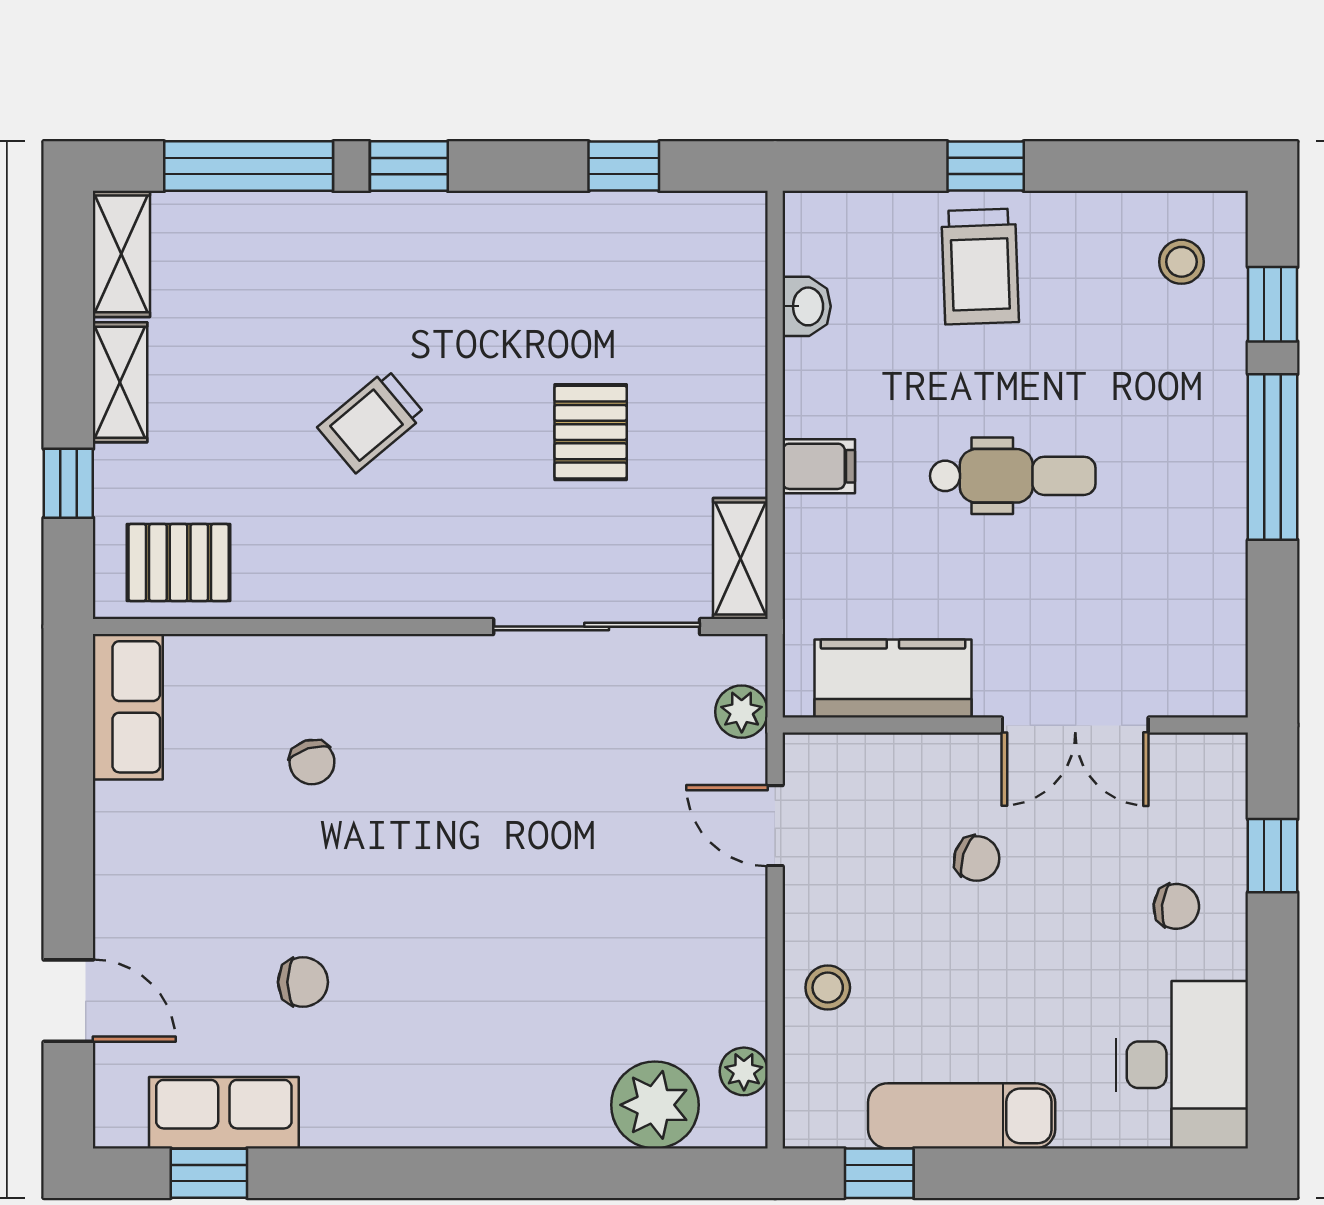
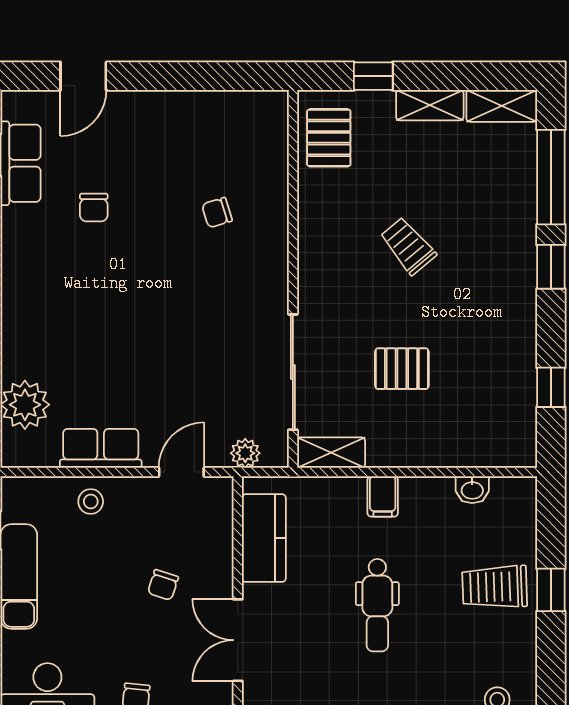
row of seats: (128, 707) -> (101, 448), moved, turned 180
plant: (744, 1071) -> (44, 455), removed

